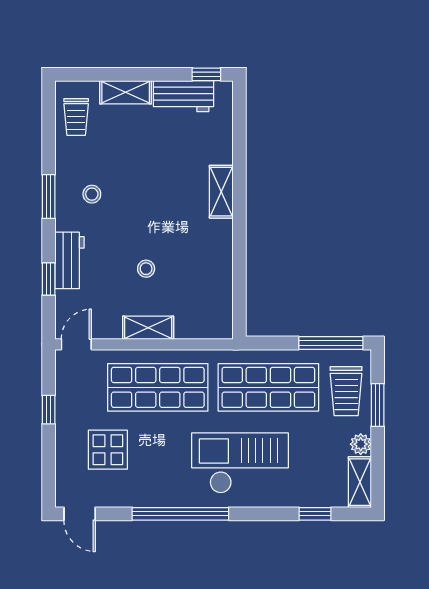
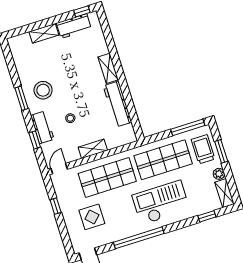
trolley: (76, 117) -> (23, 54), removed
stool: (92, 194) -> (43, 90), width x1.89, depth x1.89
workbench: (218, 261) -> (117, 104), added
stool: (146, 269) -> (70, 118), moved
trolley: (346, 391) -> (203, 149), turned 180

